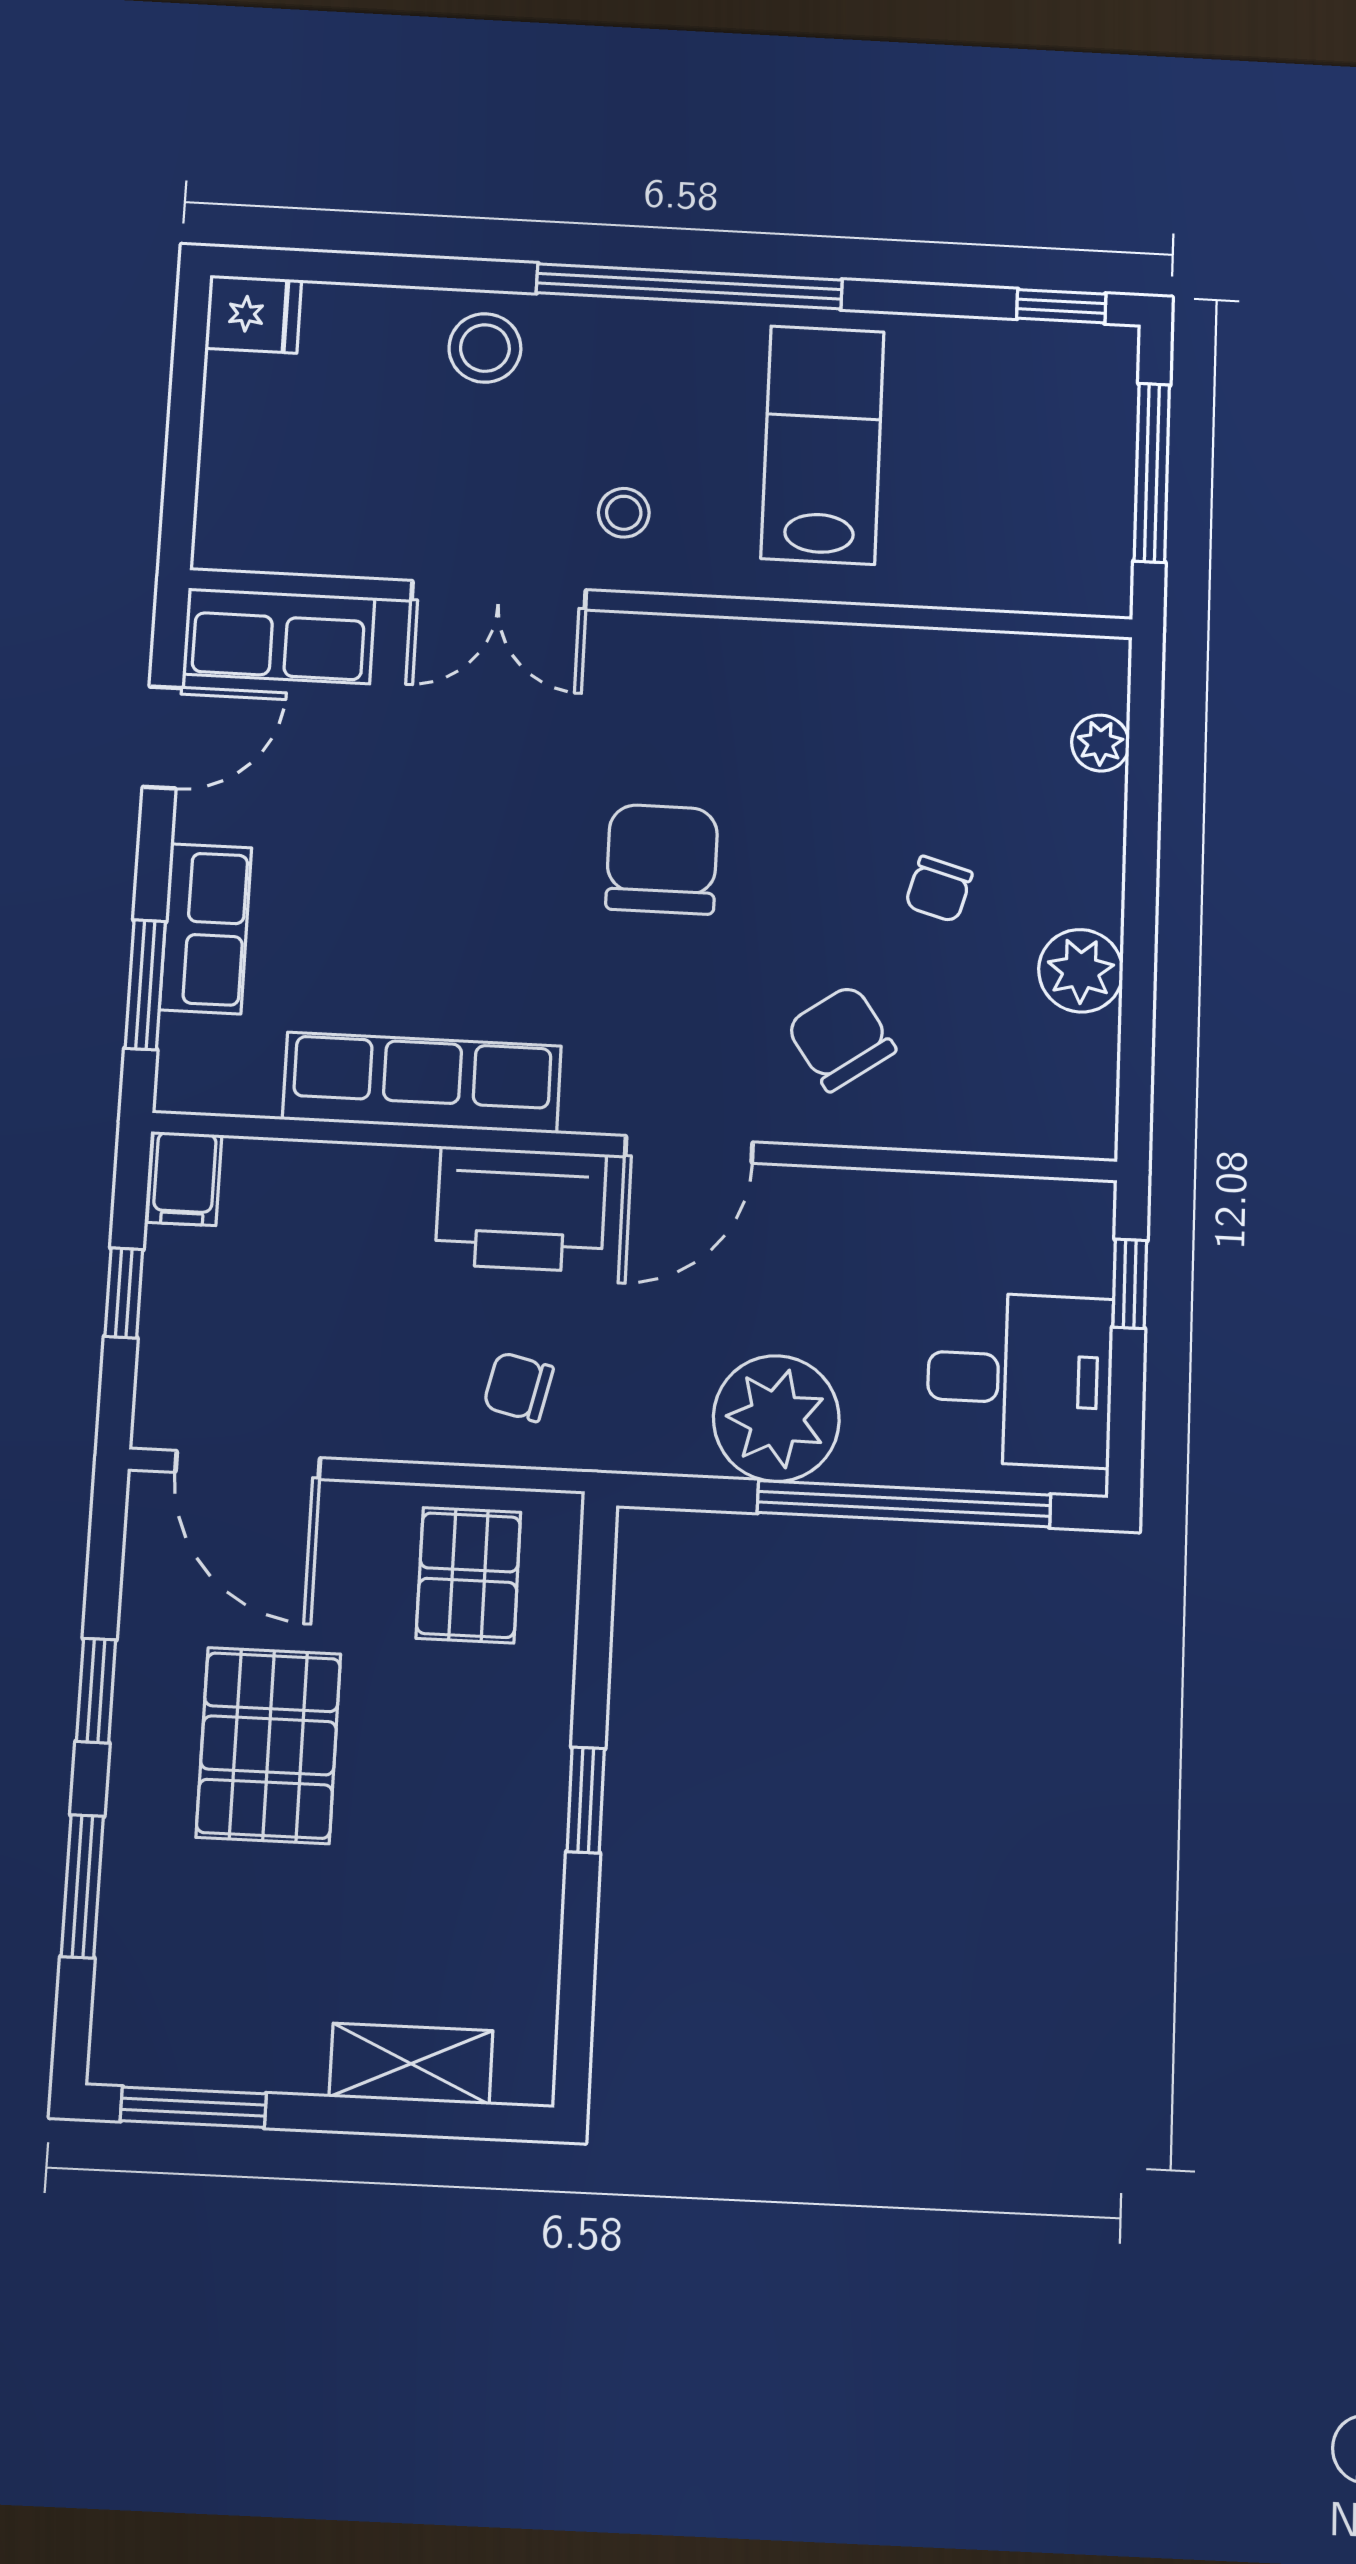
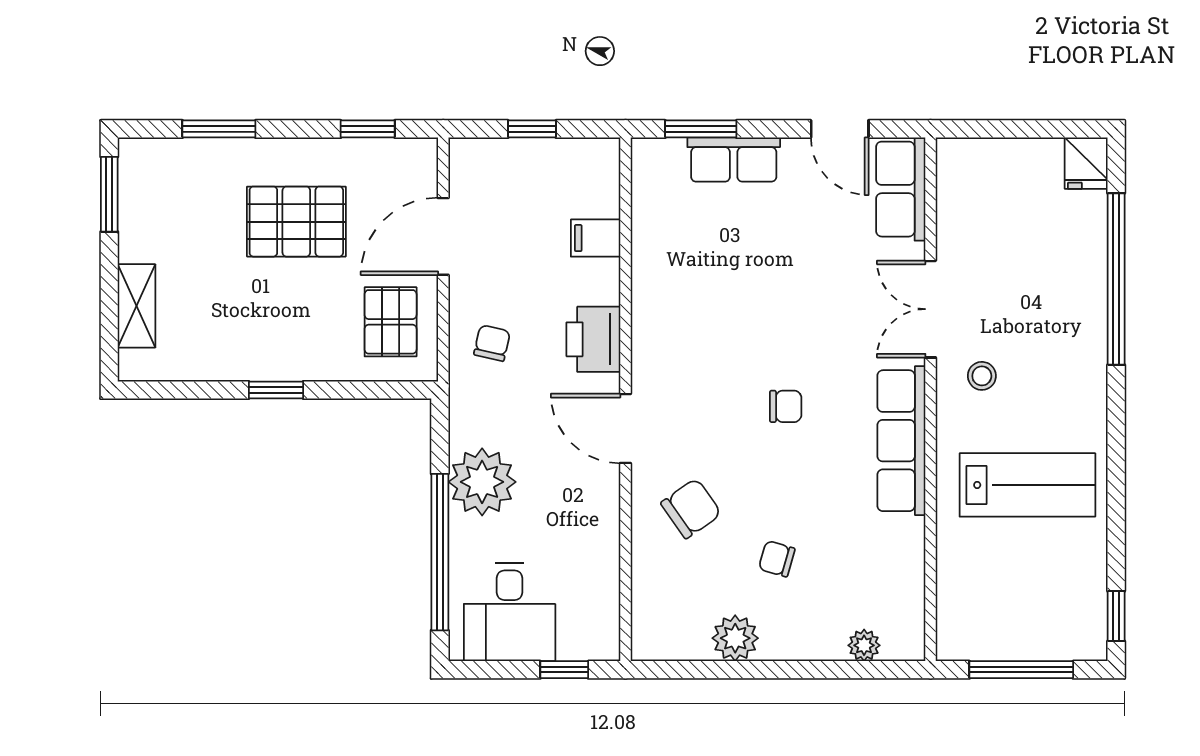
window: (689, 286) -> (1116, 279), moved
stool: (485, 348) -> (1073, 294), removed
chair: (662, 859) -> (786, 406), width x0.54, depth x0.54
row of seats: (422, 1083) -> (901, 441), moved, turned 180
filing cabinet: (184, 1179) -> (596, 238), moved
printer: (521, 1209) -> (593, 339), width x0.73, depth x0.84
door: (248, 1465) -> (443, 236), moved
pallet: (468, 1575) -> (391, 322), turned 90
window: (96, 1691) -> (368, 129), moved

